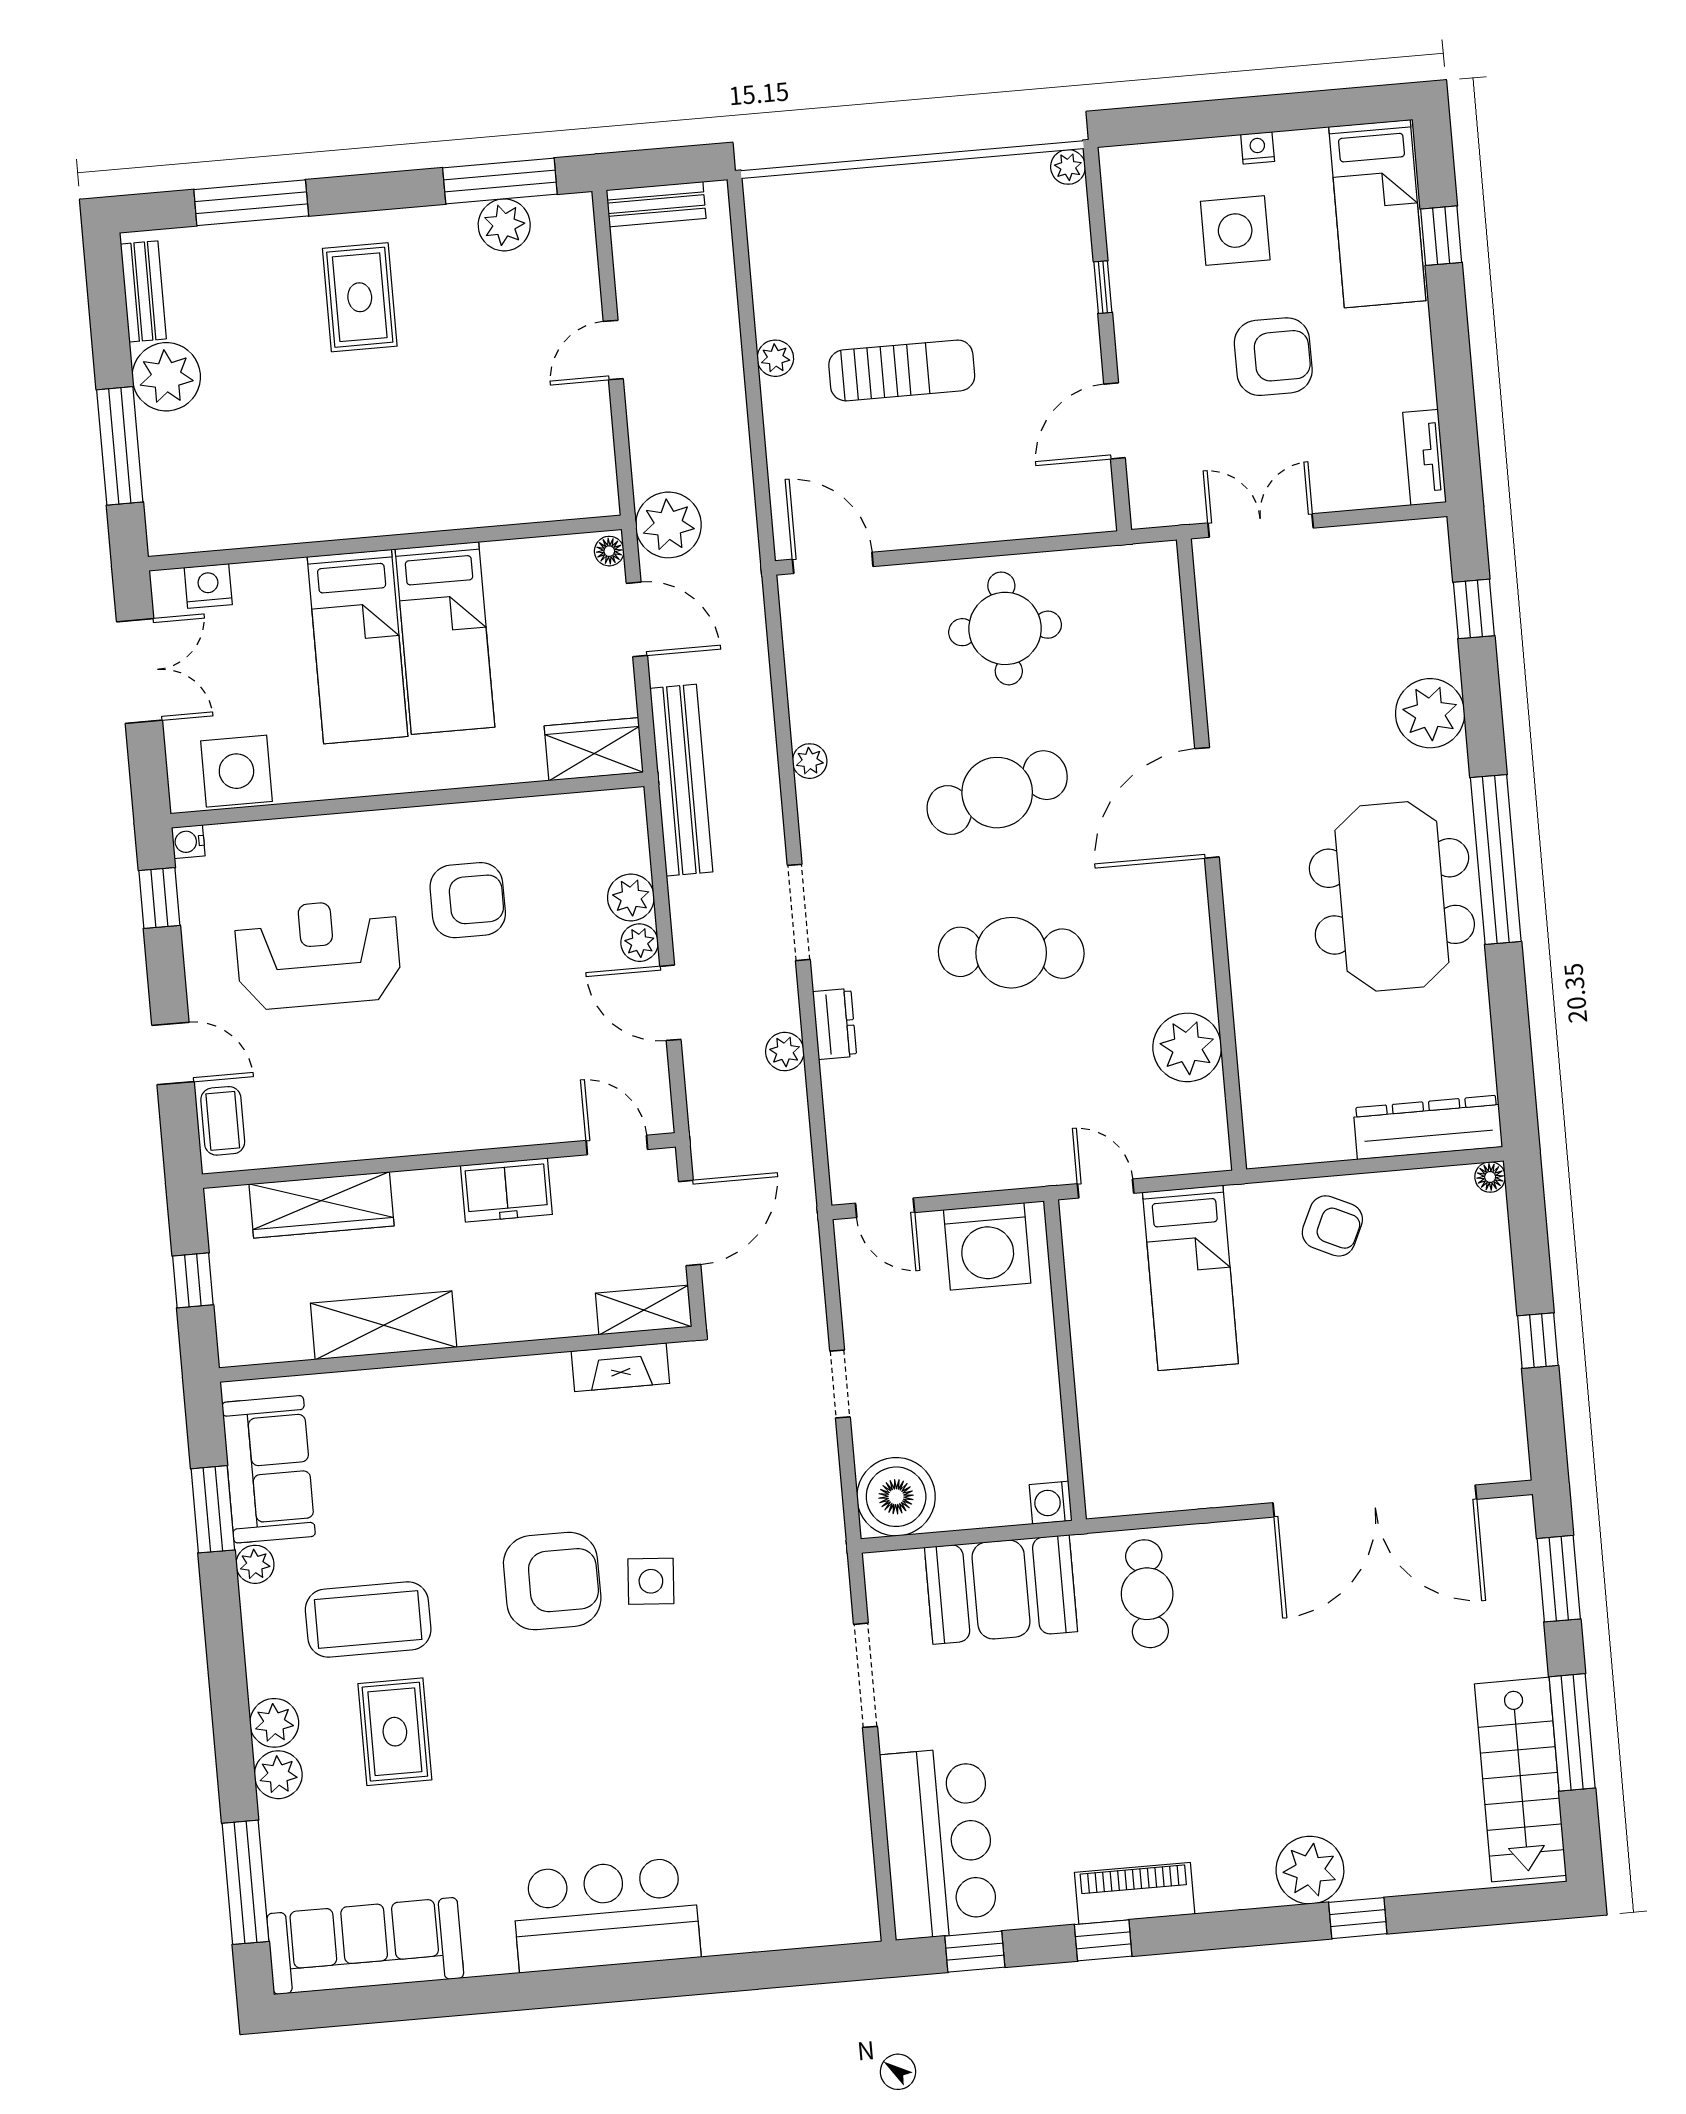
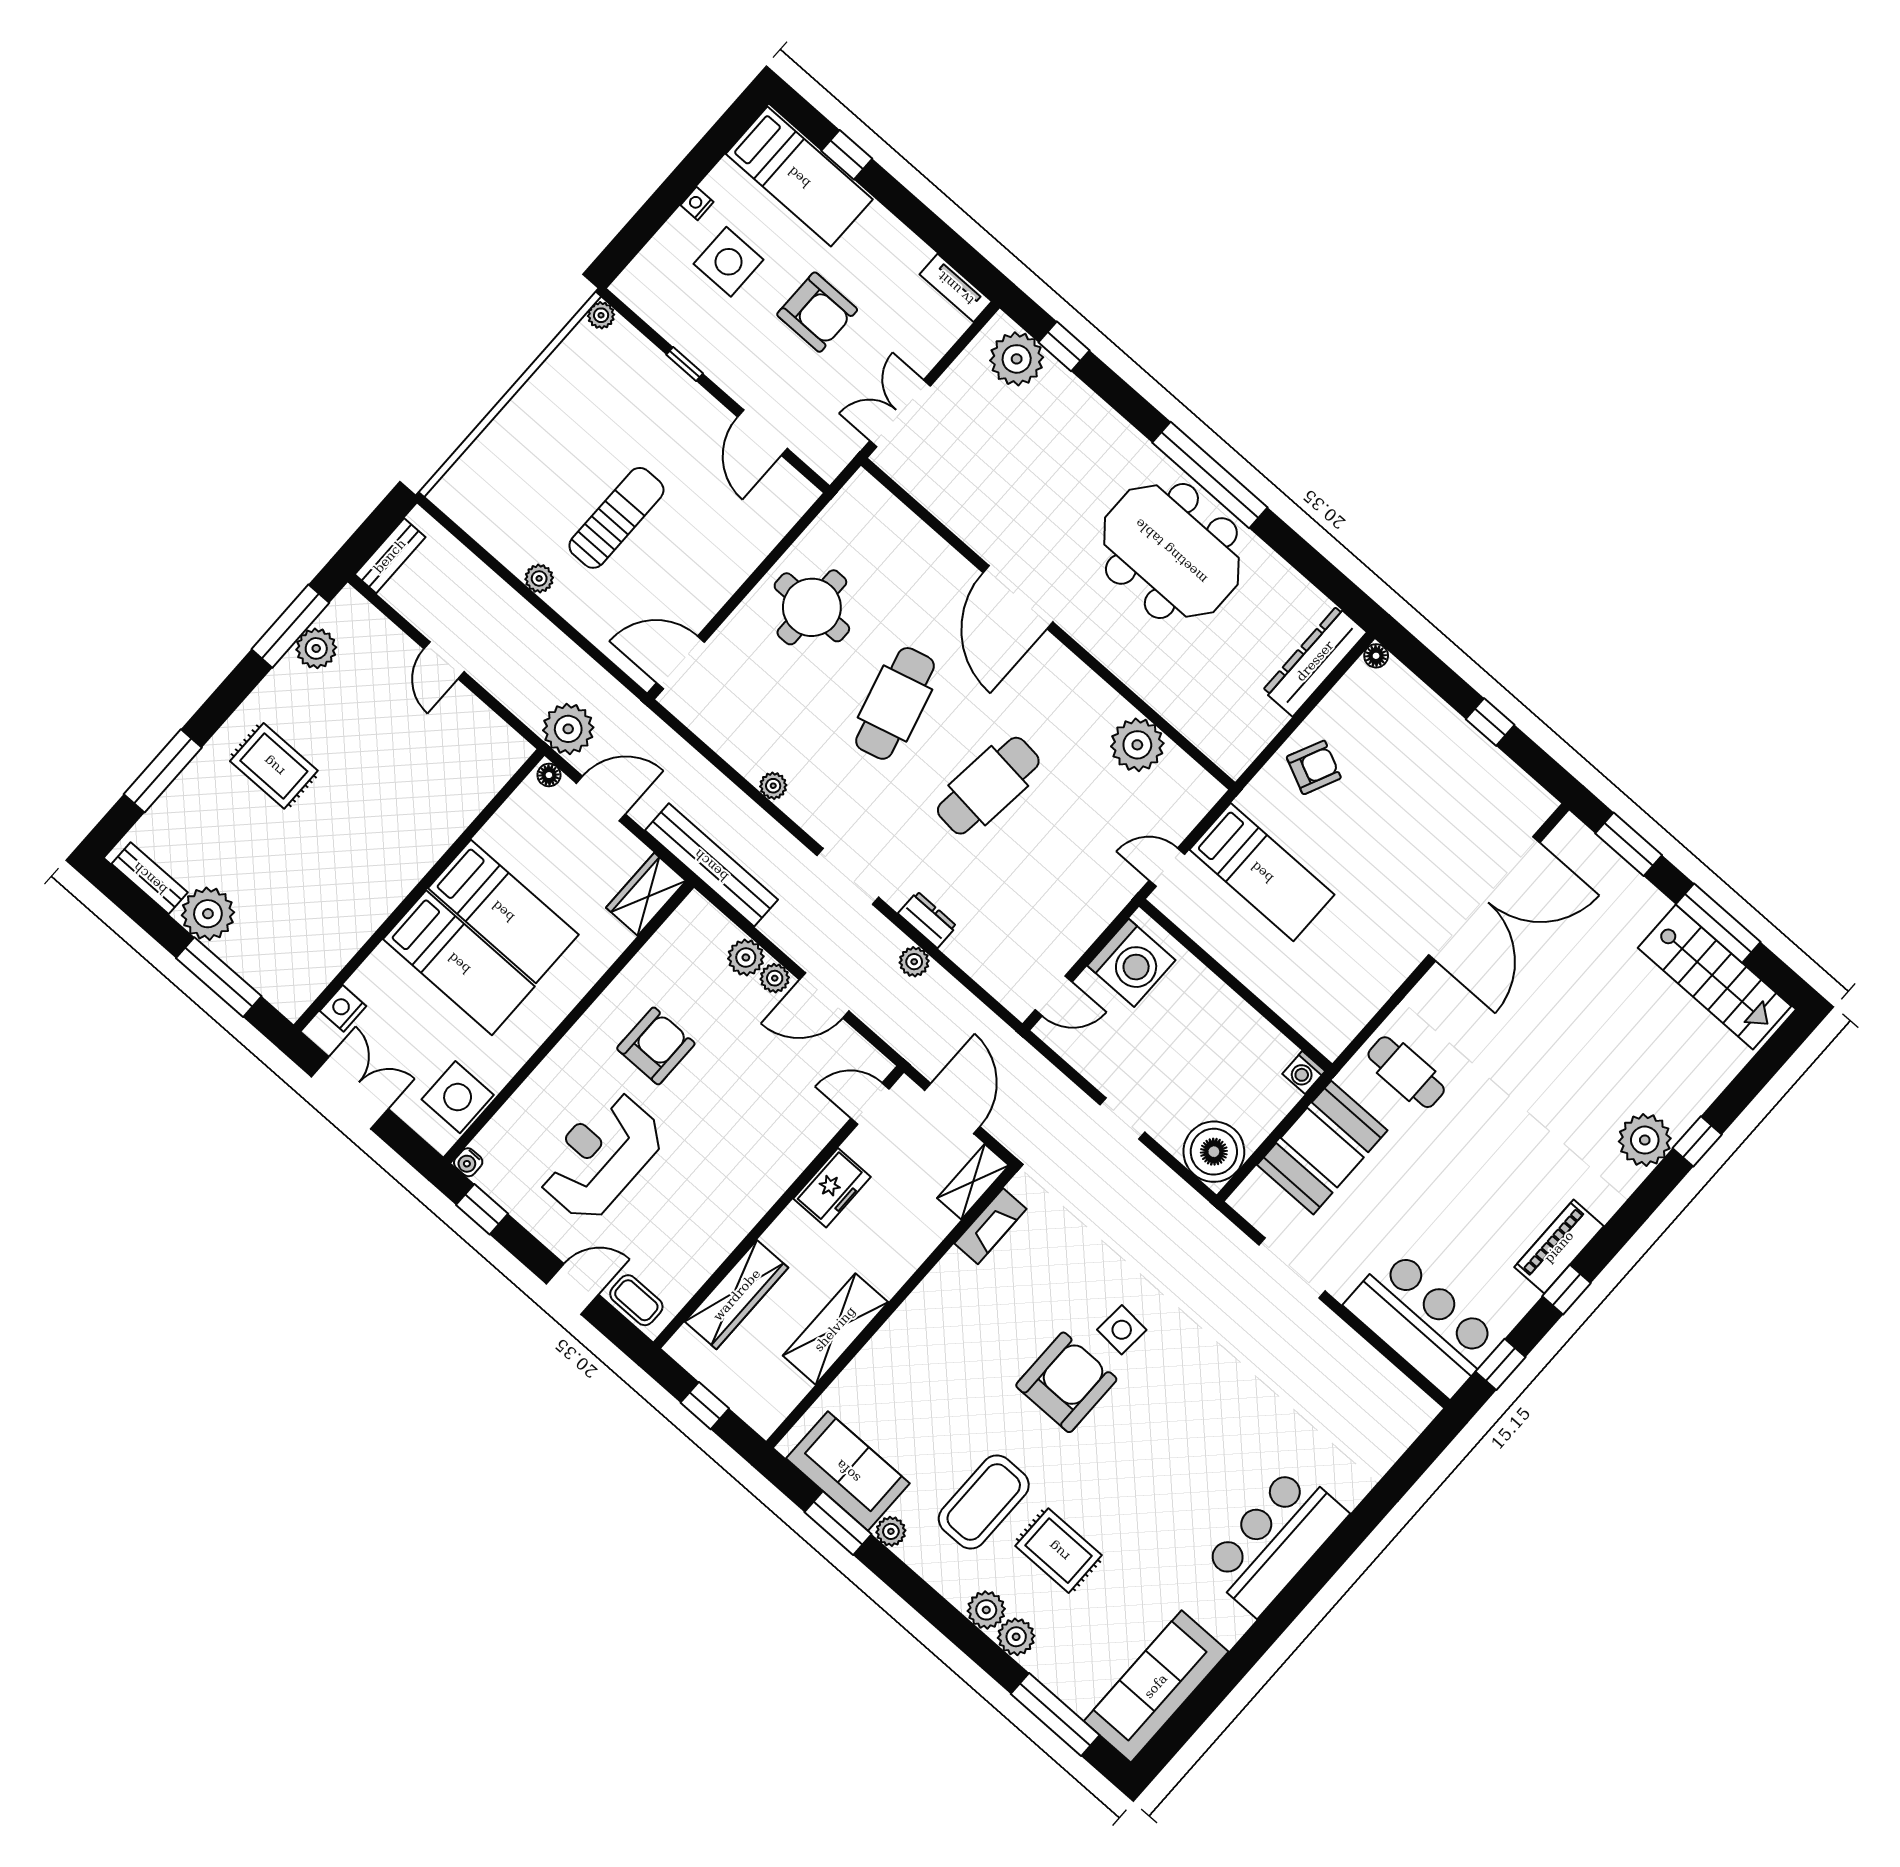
armchair: (1273, 357) -> (817, 312), turned 90
plant: (1430, 713) -> (1017, 359), moved

